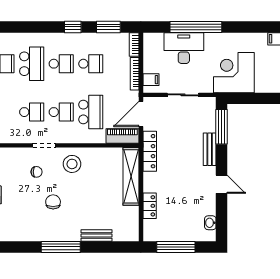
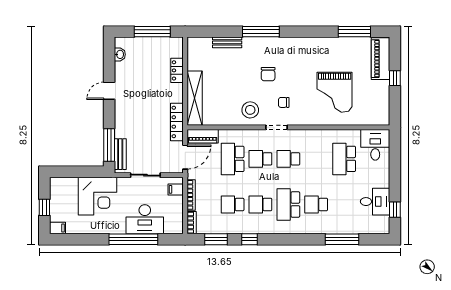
bench: (210, 149) -> (120, 154), moved
door: (222, 184) -> (109, 91), hinge flipped

